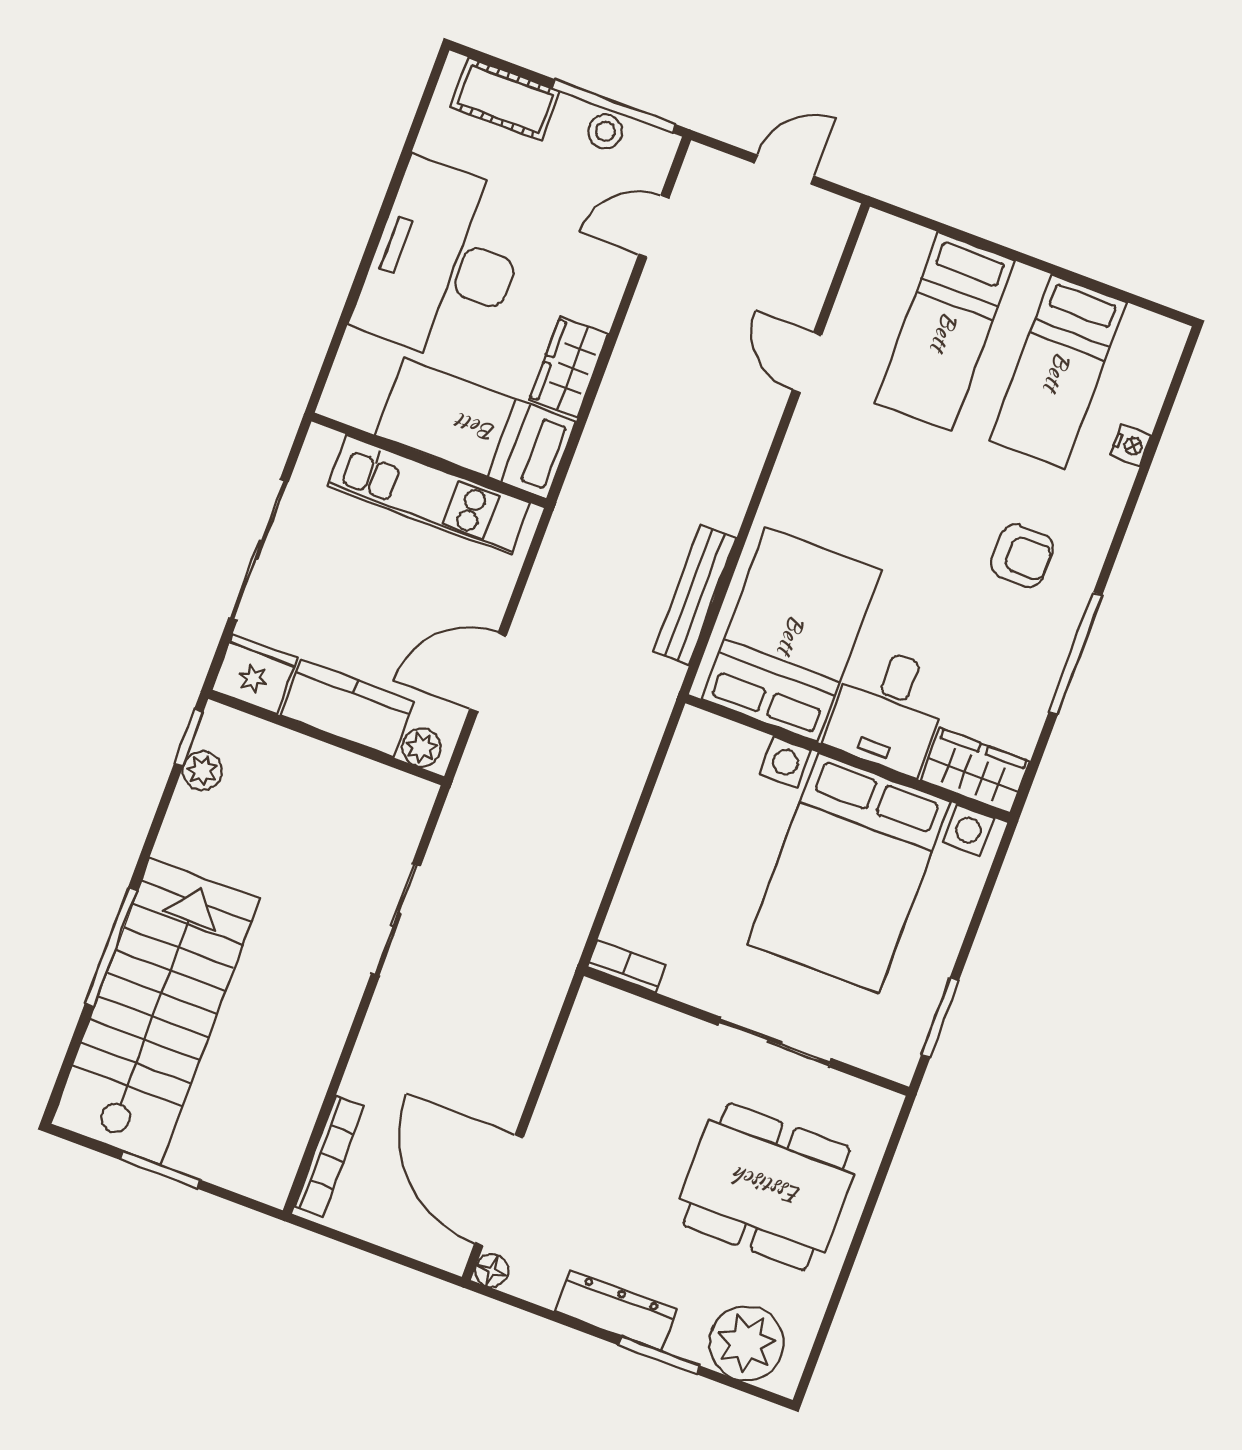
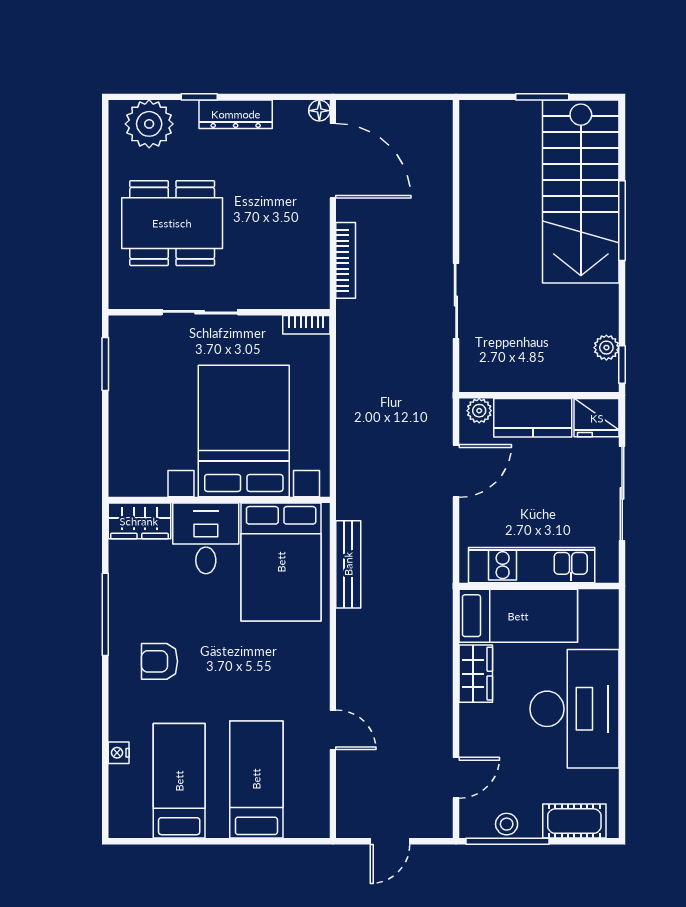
bed with nightstands: (848, 873) -> (244, 431), moved
bookcase: (329, 1156) -> (346, 260), moved, turned 180
window: (659, 1355) -> (199, 97), width x0.67

